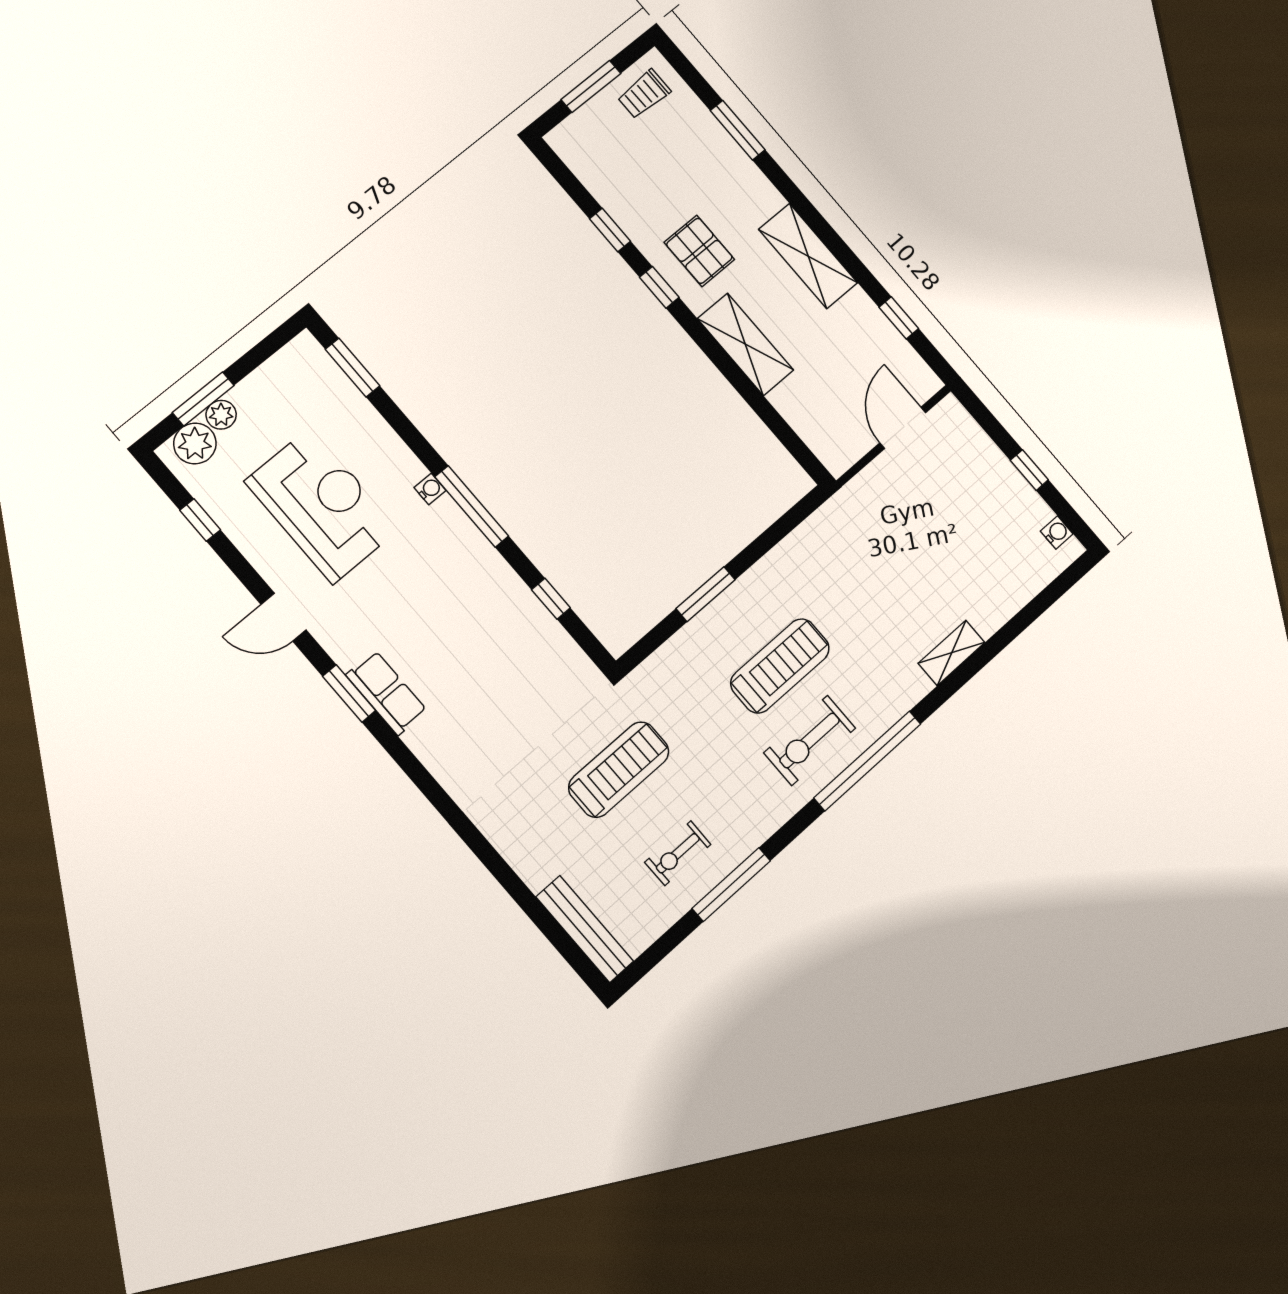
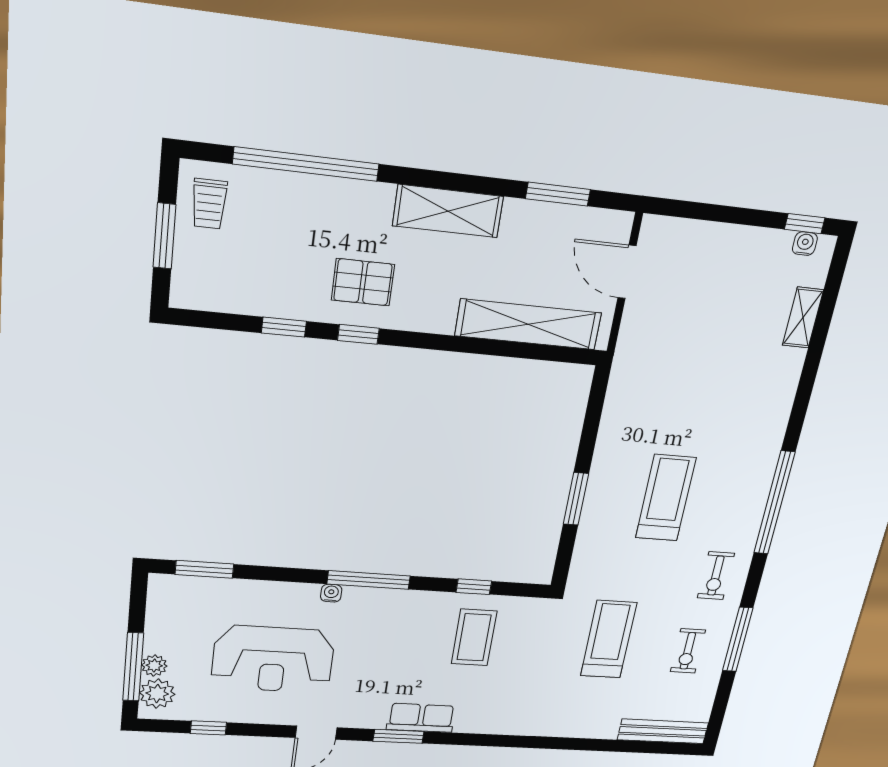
window: (738, 130) -> (306, 164), width x2.11
window: (899, 318) -> (558, 194), width x1.50
shelving: (745, 344) -> (528, 324), moved, width x1.47
window: (203, 399) -> (133, 667), width x1.44
window: (1029, 470) -> (805, 224), moved
reception desk: (322, 505) -> (273, 659), turned 180
coffee table: (507, 651) -> (474, 637), added
shelving: (952, 653) -> (803, 318), moved
exercise bike: (810, 740) -> (716, 576), moved, width x0.73, depth x0.72

